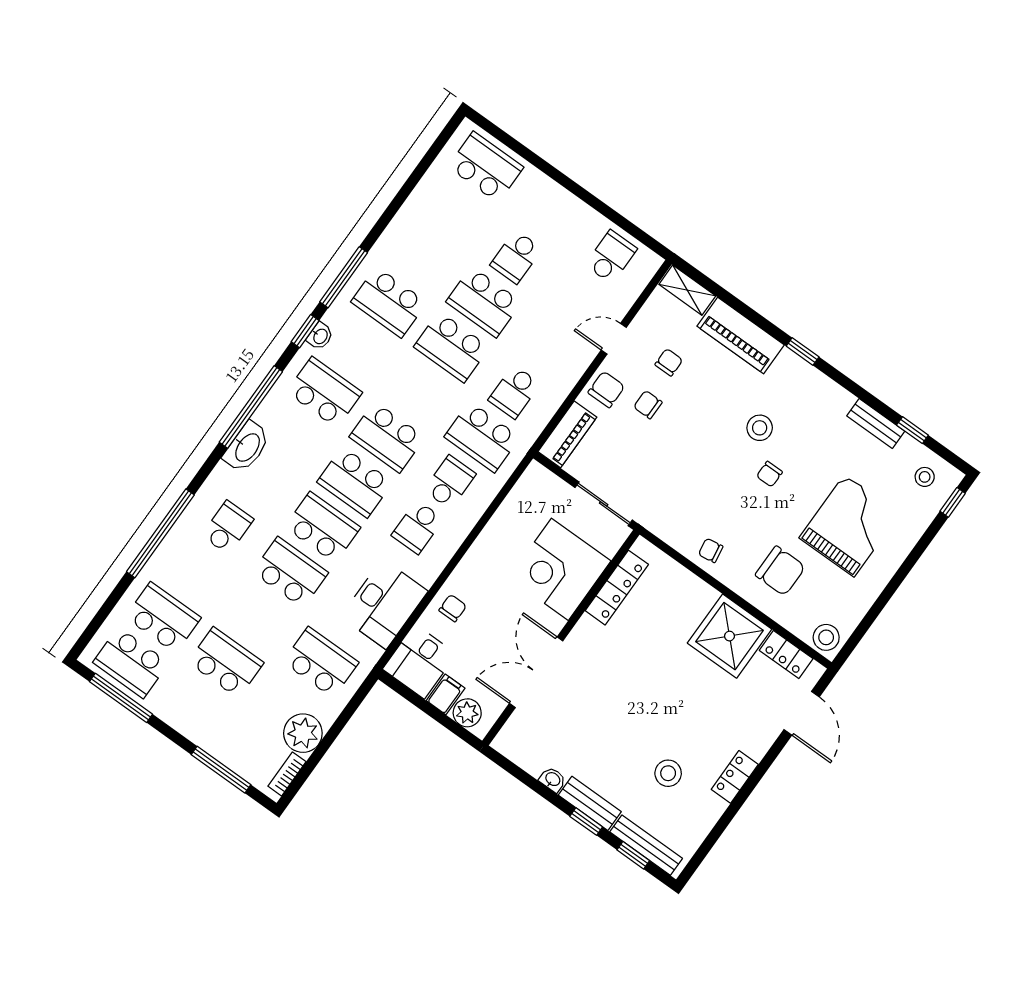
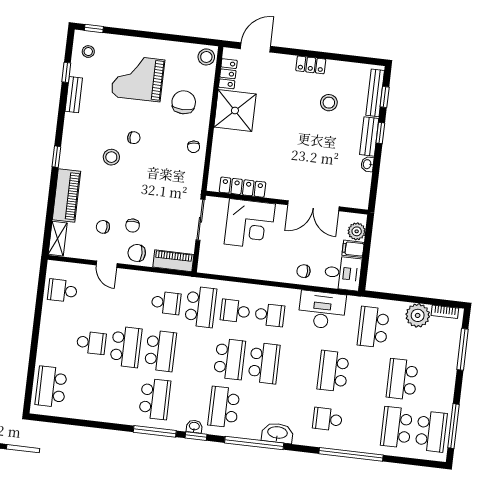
school desk: (323, 527) -> (299, 367), removed

